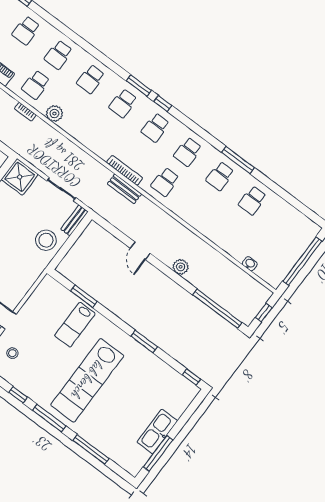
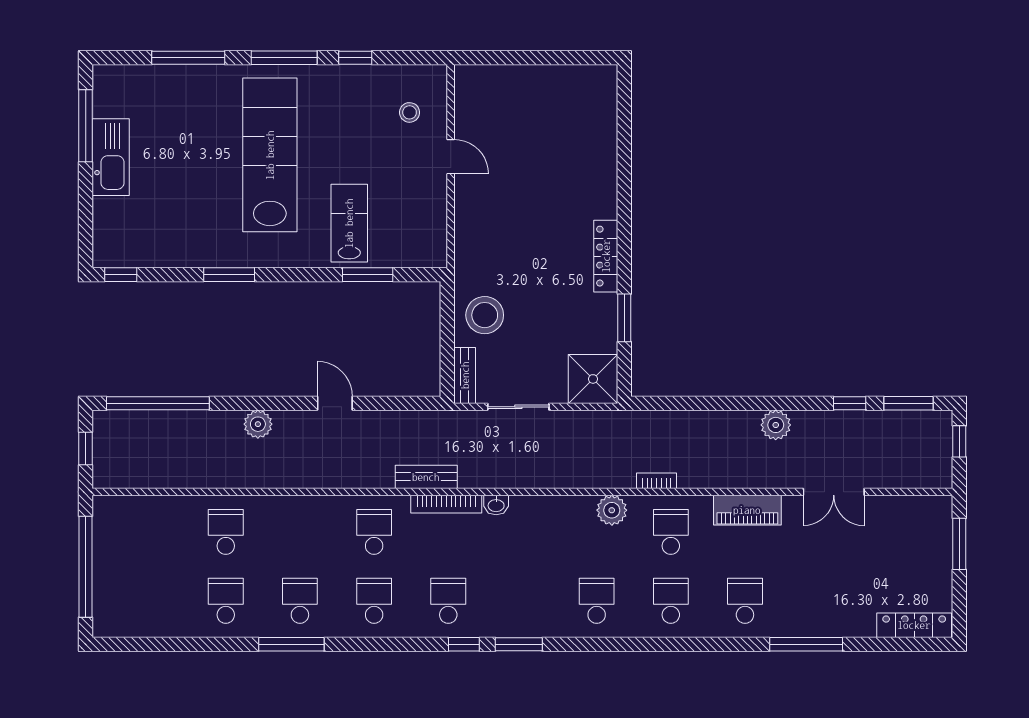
school desk: (123, 103) -> (226, 532), moved
washbasin: (250, 264) -> (496, 505), moved

